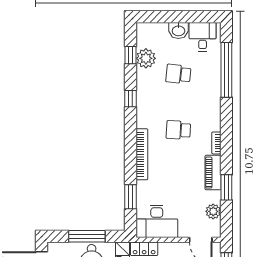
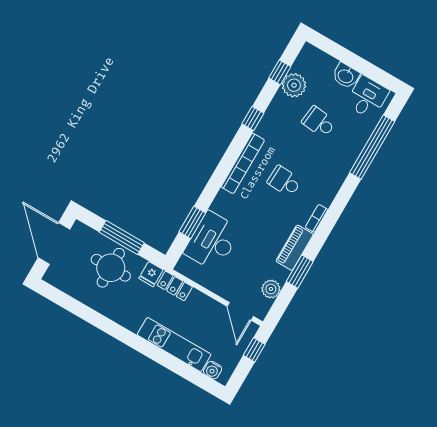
bookcase: (142, 154) -> (243, 163), moved
desk: (157, 221) -> (212, 241), moved, turned 90

